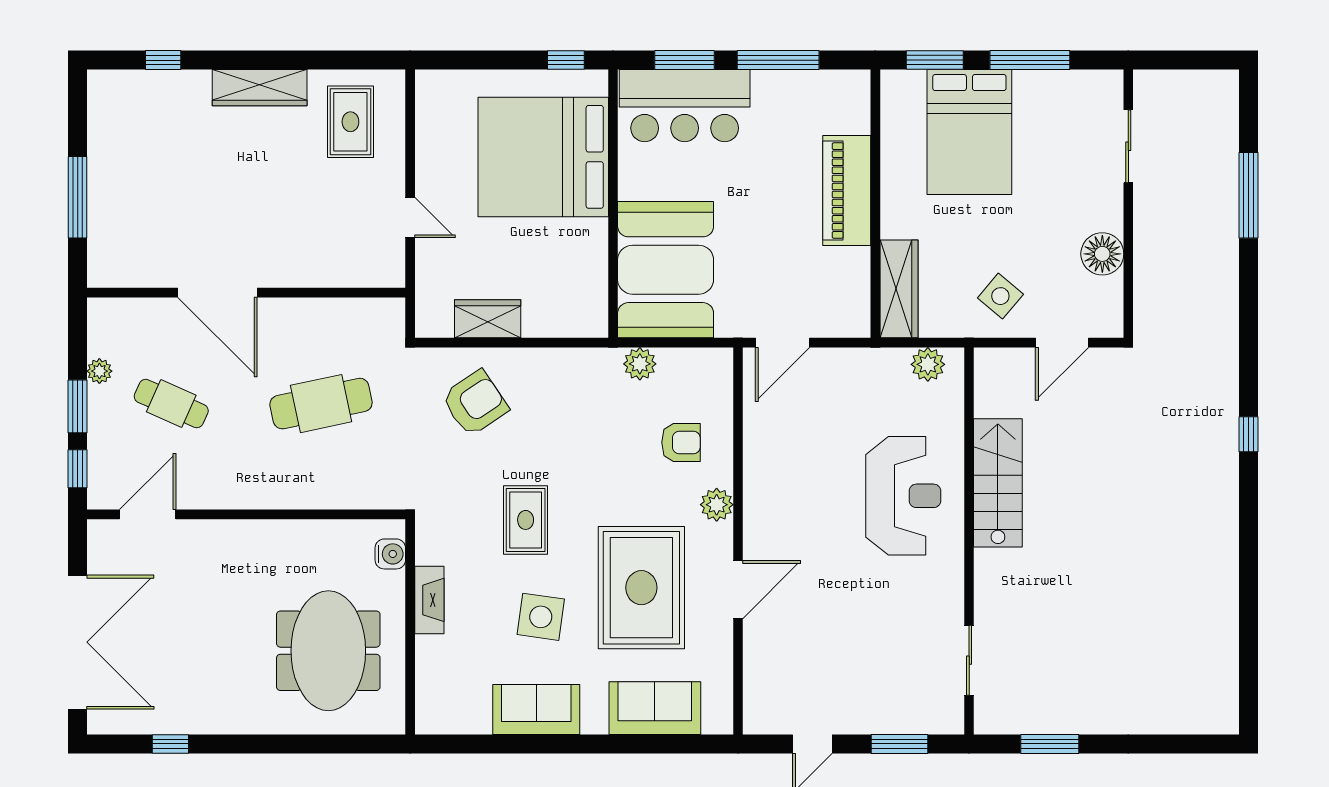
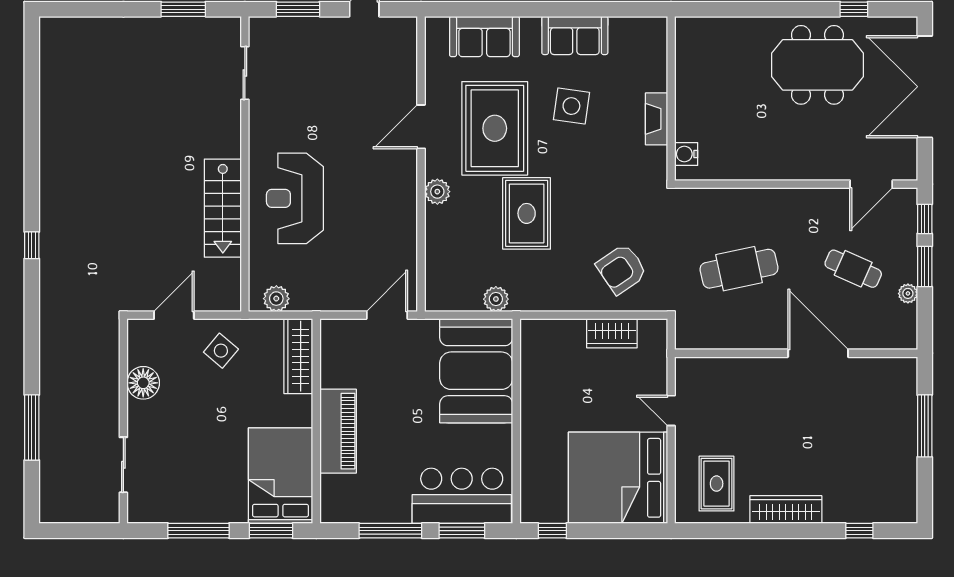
bed: (969, 132) -> (280, 476), moved
bed: (543, 157) -> (618, 478), moved, turned 180
armchair: (681, 442) -> (464, 239), removed
rug: (526, 520) -> (527, 213), moved, width x1.36, depth x1.43
meeting table: (328, 651) -> (817, 65), moved, turned 90

